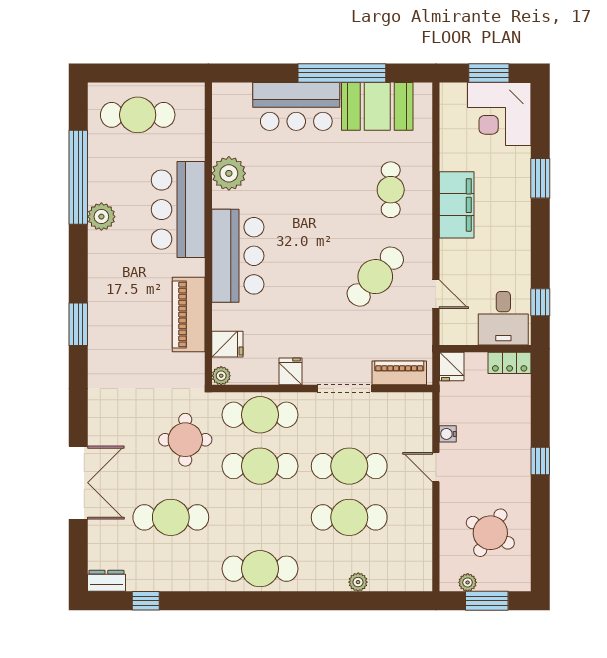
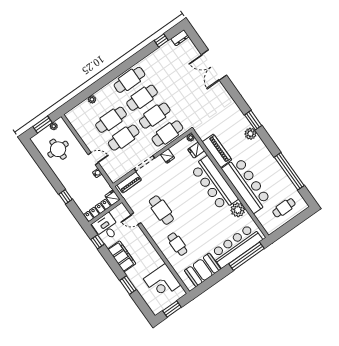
window: (342, 73) -> (247, 256), moved
bar counter: (296, 106) -> (236, 246), width x1.36
corner desk: (499, 114) -> (162, 282), moved, turned 180
cafe table: (138, 115) -> (284, 208), width x0.73, depth x0.74
filing cabinet: (457, 205) -> (122, 256), moved, turned 180
bar counter: (178, 210) -> (247, 185), width x1.36
plant: (101, 217) -> (250, 134), moved
bar counter: (238, 256) -> (214, 183), width x1.36
cafe table: (375, 277) -> (161, 210), turned -42
locker: (510, 363) -> (97, 210), width x1.53
round table: (185, 440) -> (187, 106), removed
window: (540, 461) -> (66, 197), moved
cafe table: (171, 517) -> (142, 98), moved
round table: (490, 533) -> (58, 149), turned -30

